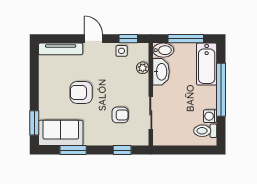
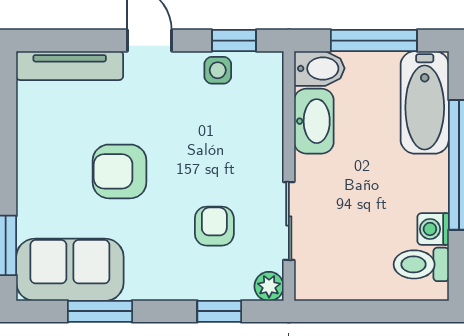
plant: (143, 68) -> (269, 286), moved
armchair: (120, 115) -> (214, 226), turned -90

